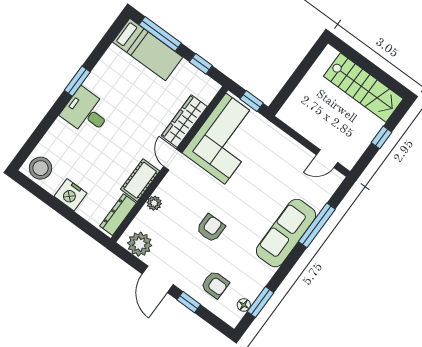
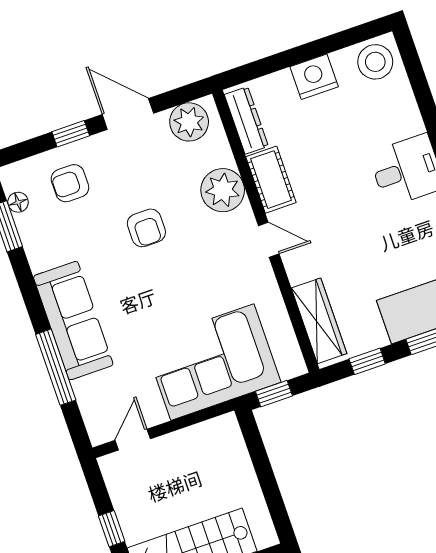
wardrobe: (184, 121) -> (319, 321), moved
corner sofa: (225, 139) -> (212, 362), moved, turned 90
plant: (154, 203) -> (223, 190), width x1.87, depth x1.87

